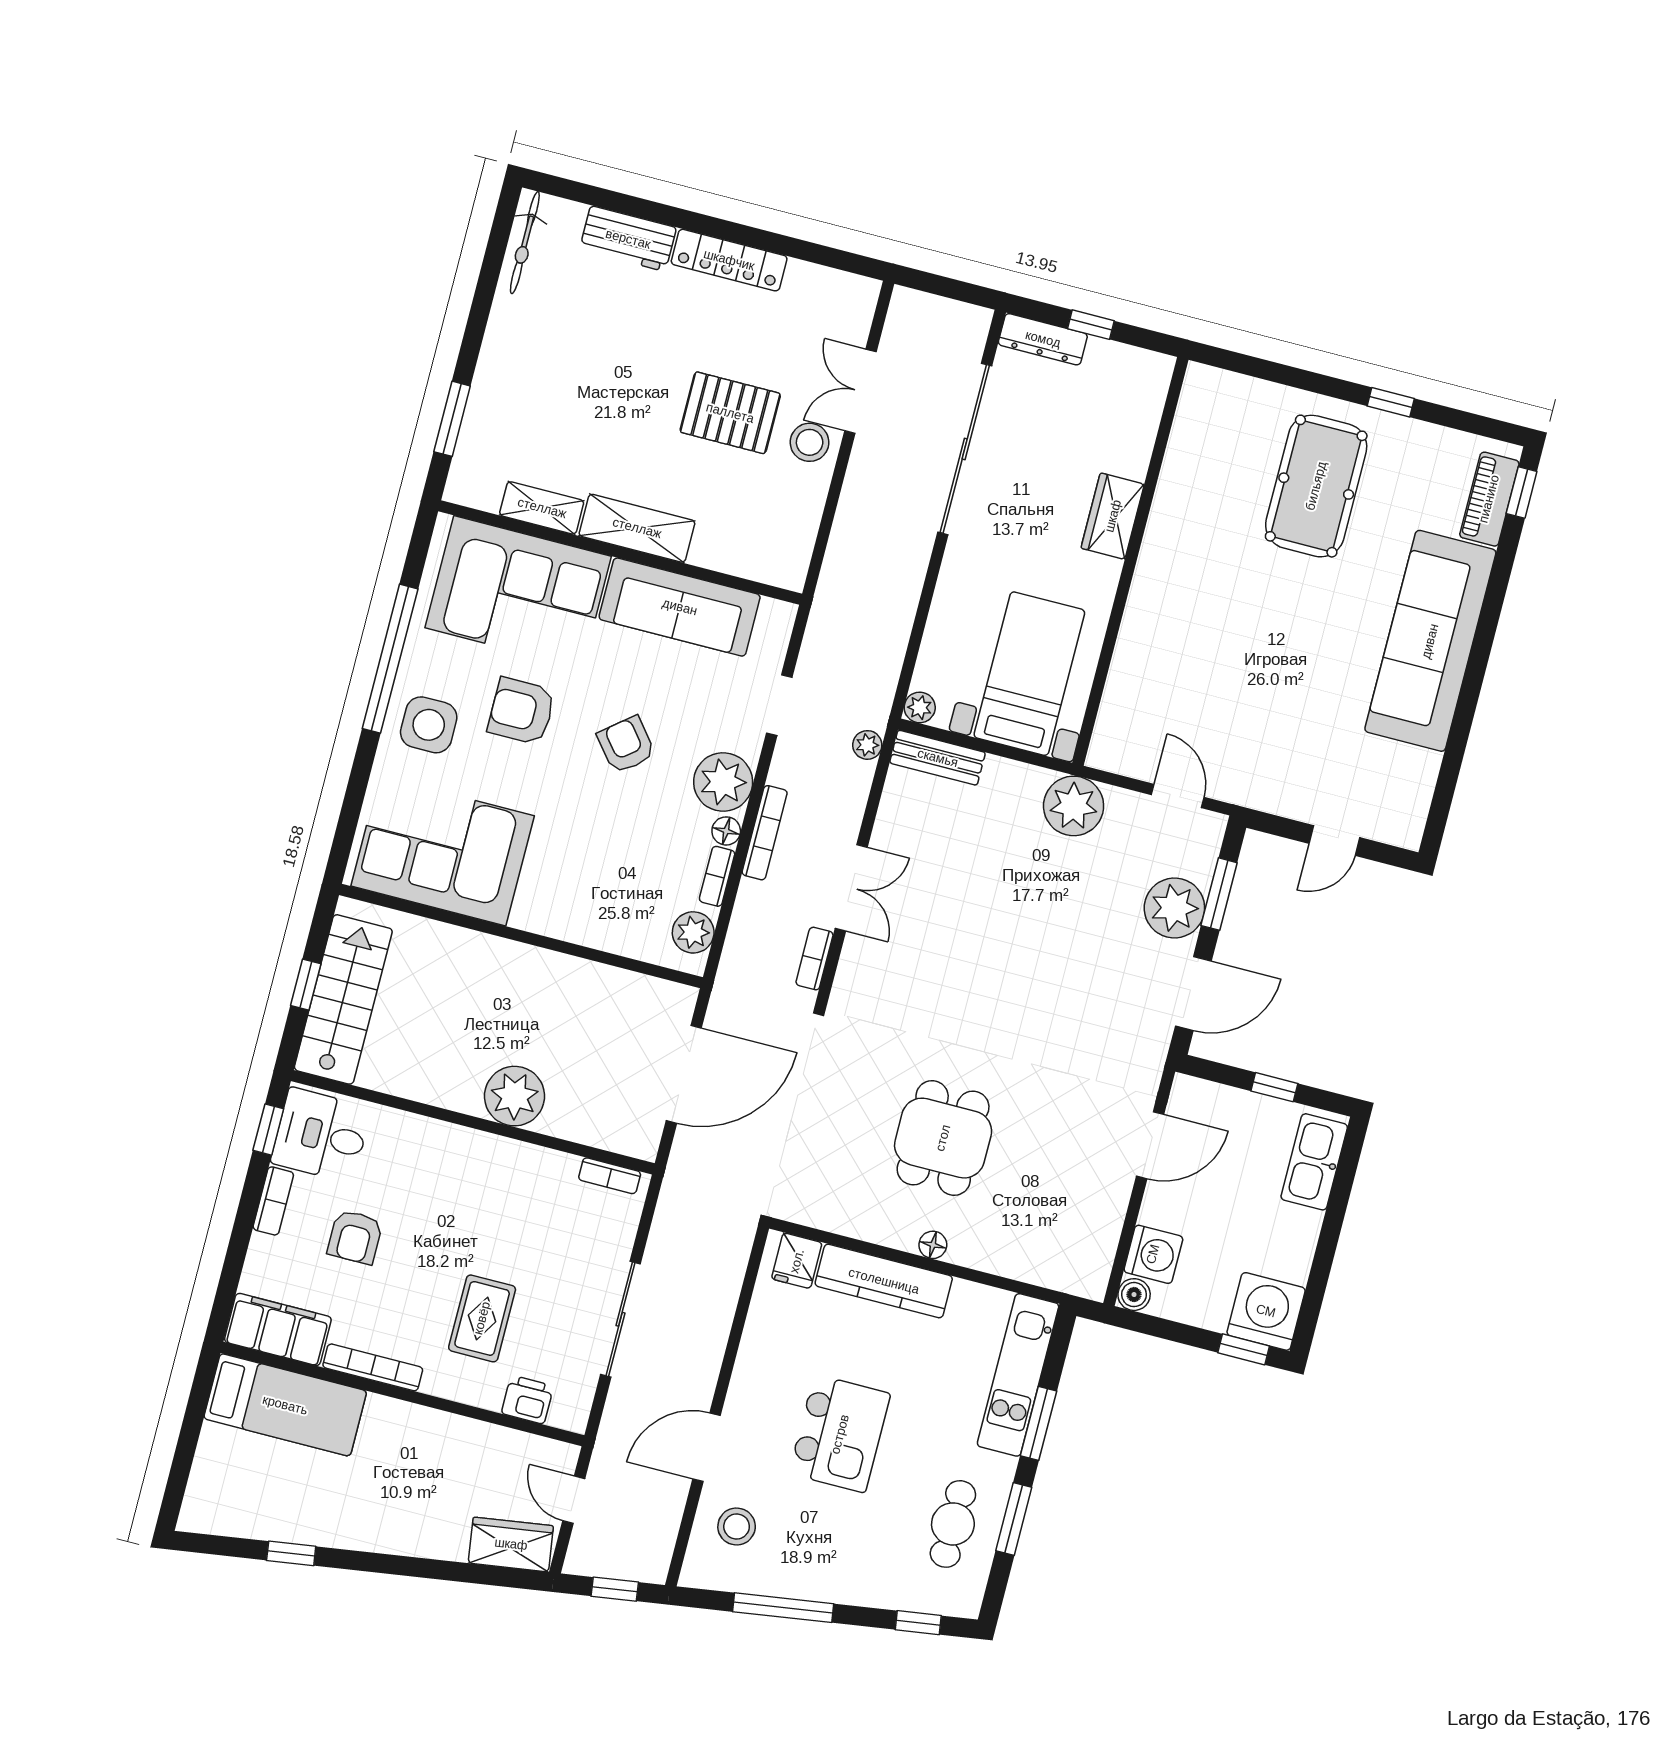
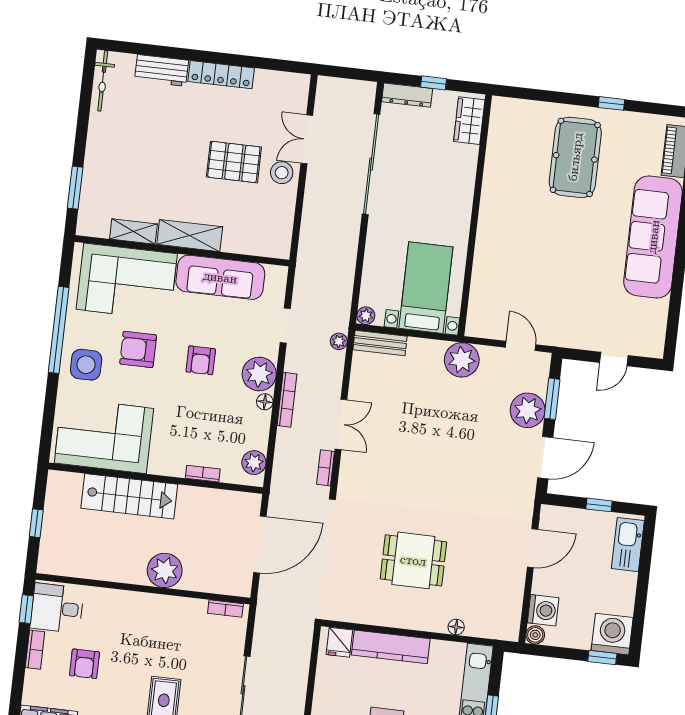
wardrobe: (1113, 516) -> (469, 121), moved
armchair: (626, 745) -> (201, 360), turned -141
bookcase: (717, 876) -> (203, 474), moved, turned 90
stairs: (343, 999) -> (129, 496), moved, turned 90
dining table: (943, 1138) -> (413, 560), turned 90
floor lamp: (933, 1245) -> (456, 627), moved

